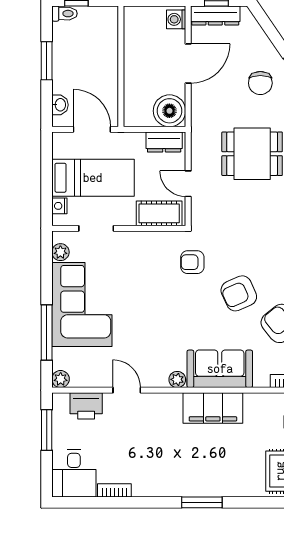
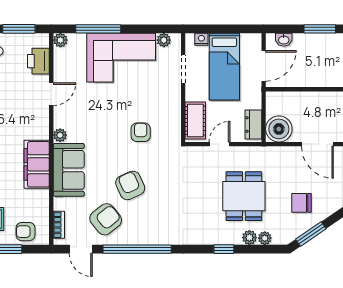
armchair: (192, 262) -> (141, 132), moved

